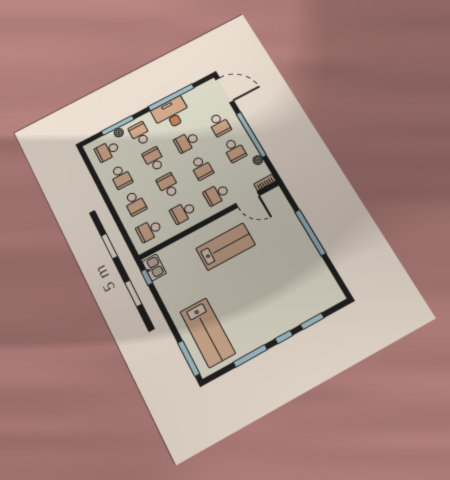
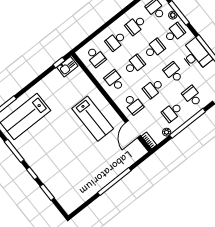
school desk: (219, 125) -> (192, 96), turned 90
school desk: (217, 194) -> (133, 104), turned 180
school desk: (149, 230) -> (96, 57), turned 180

